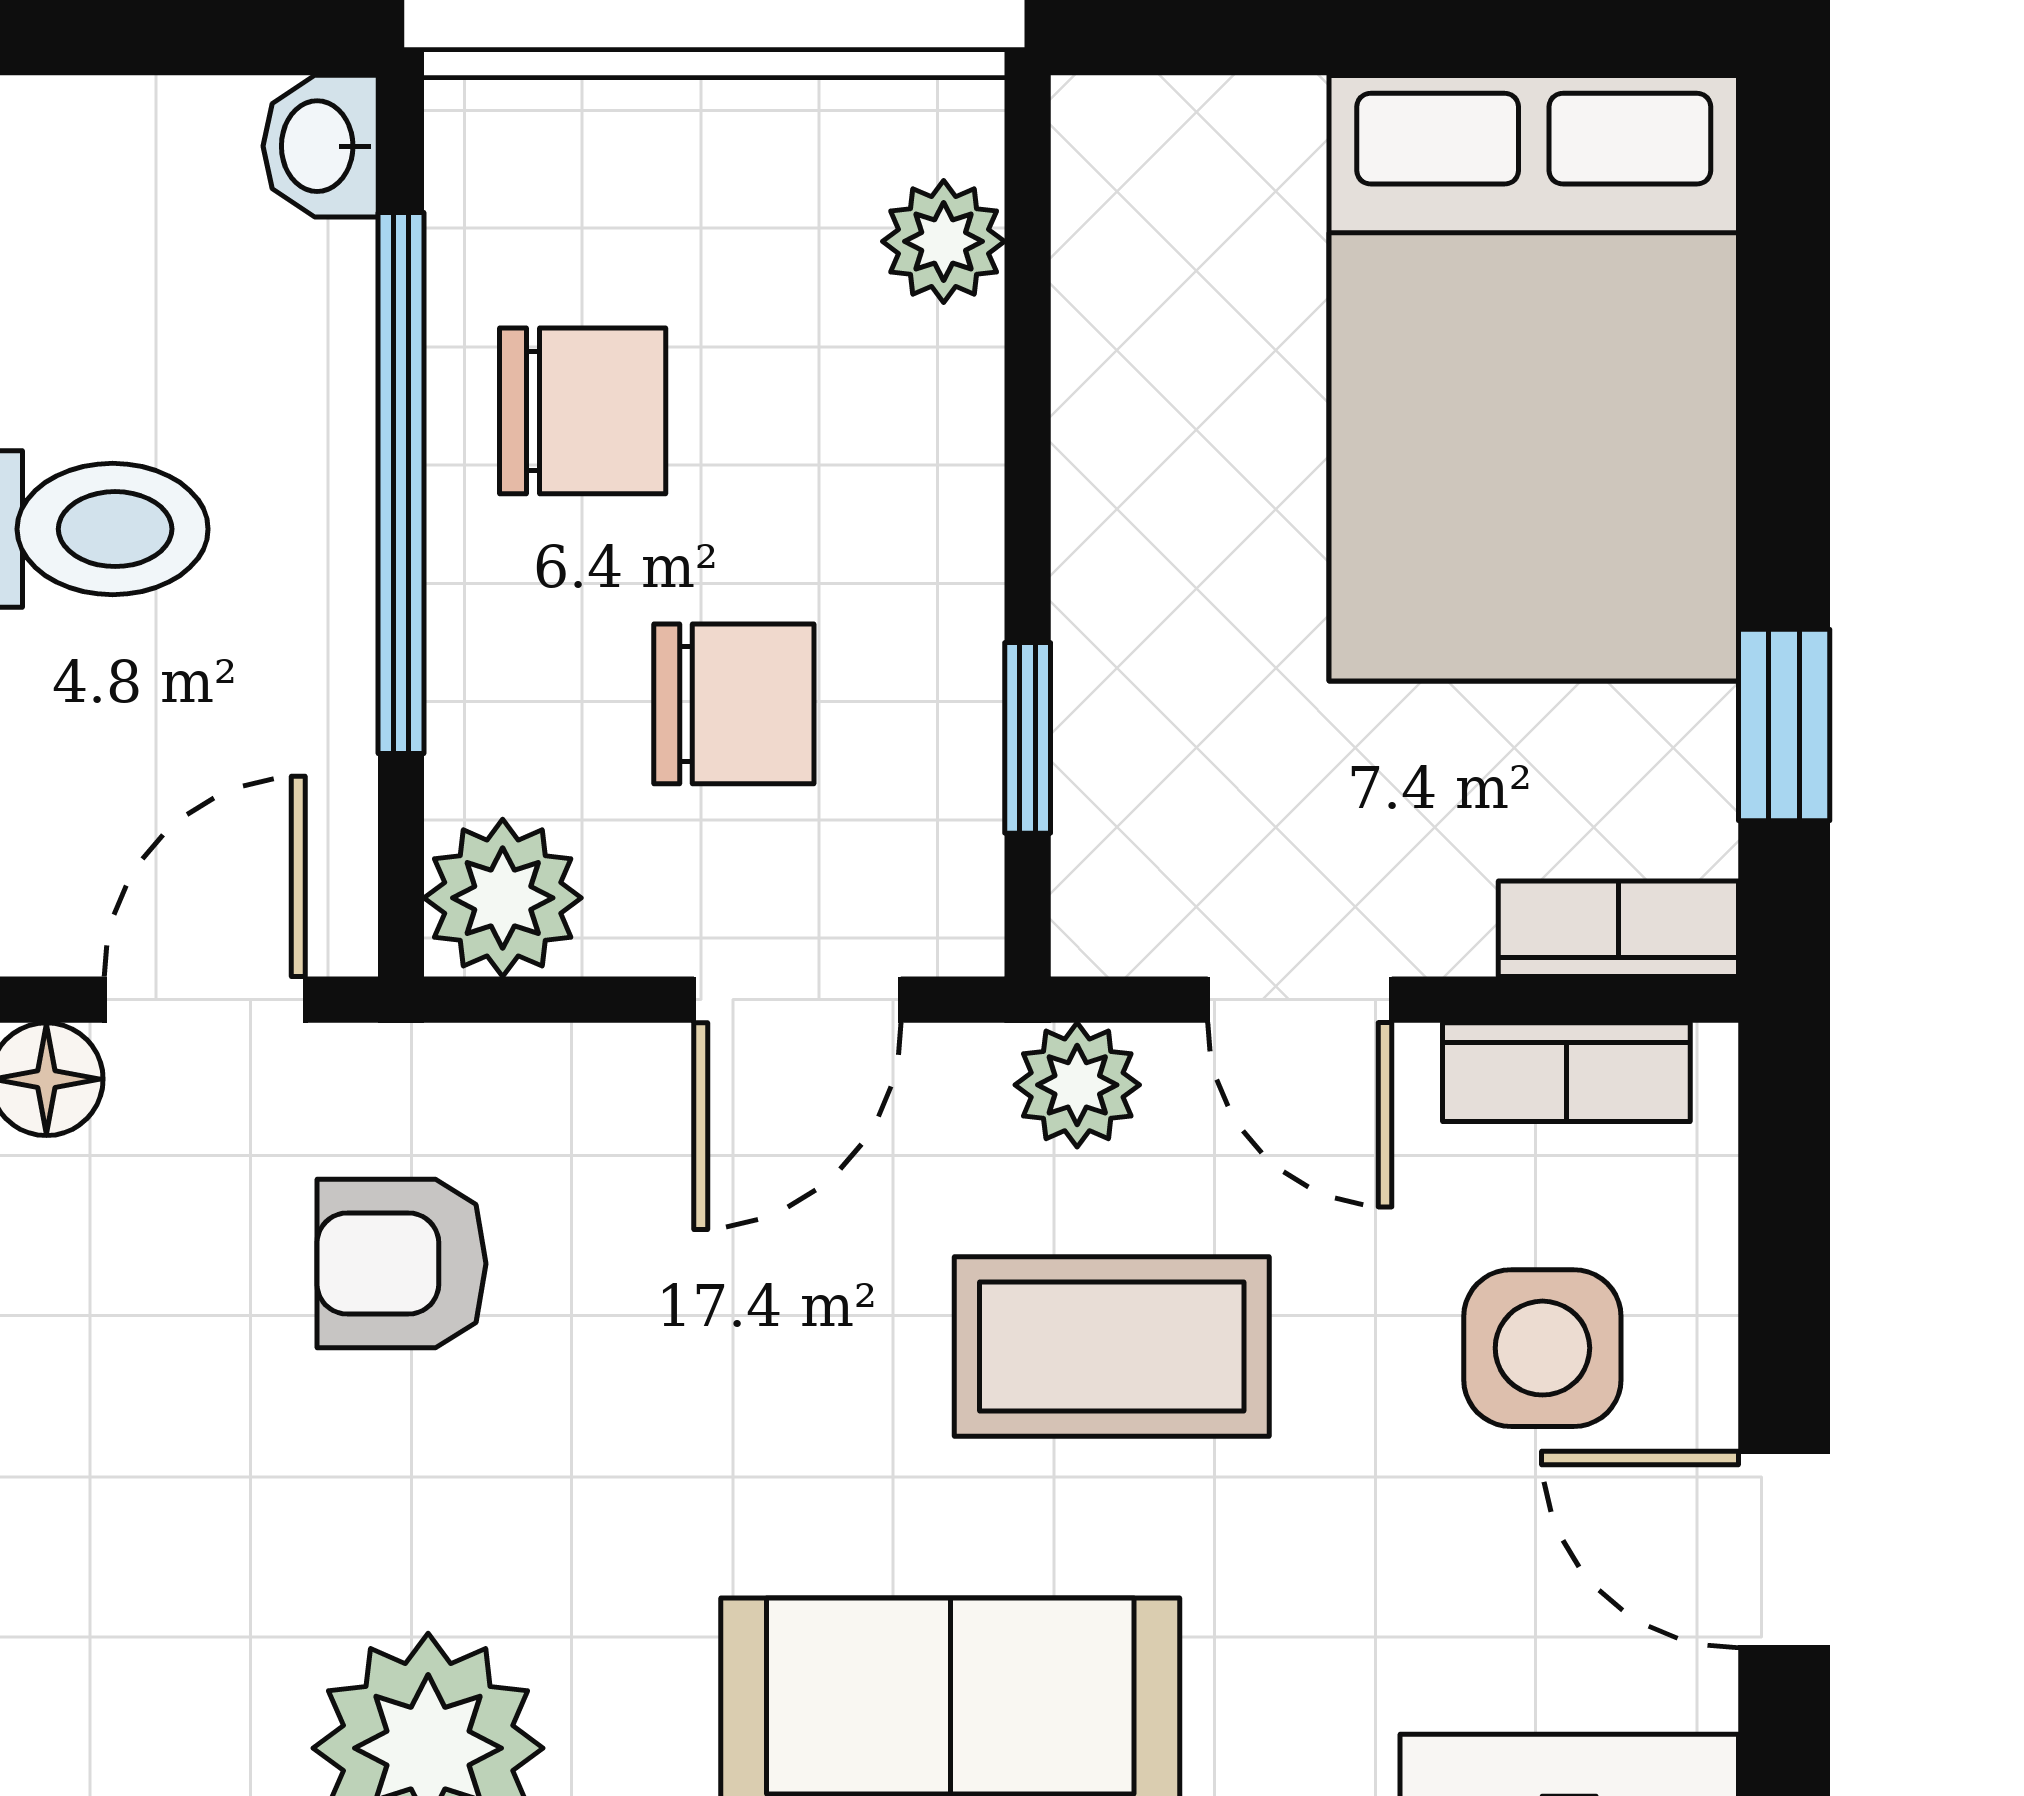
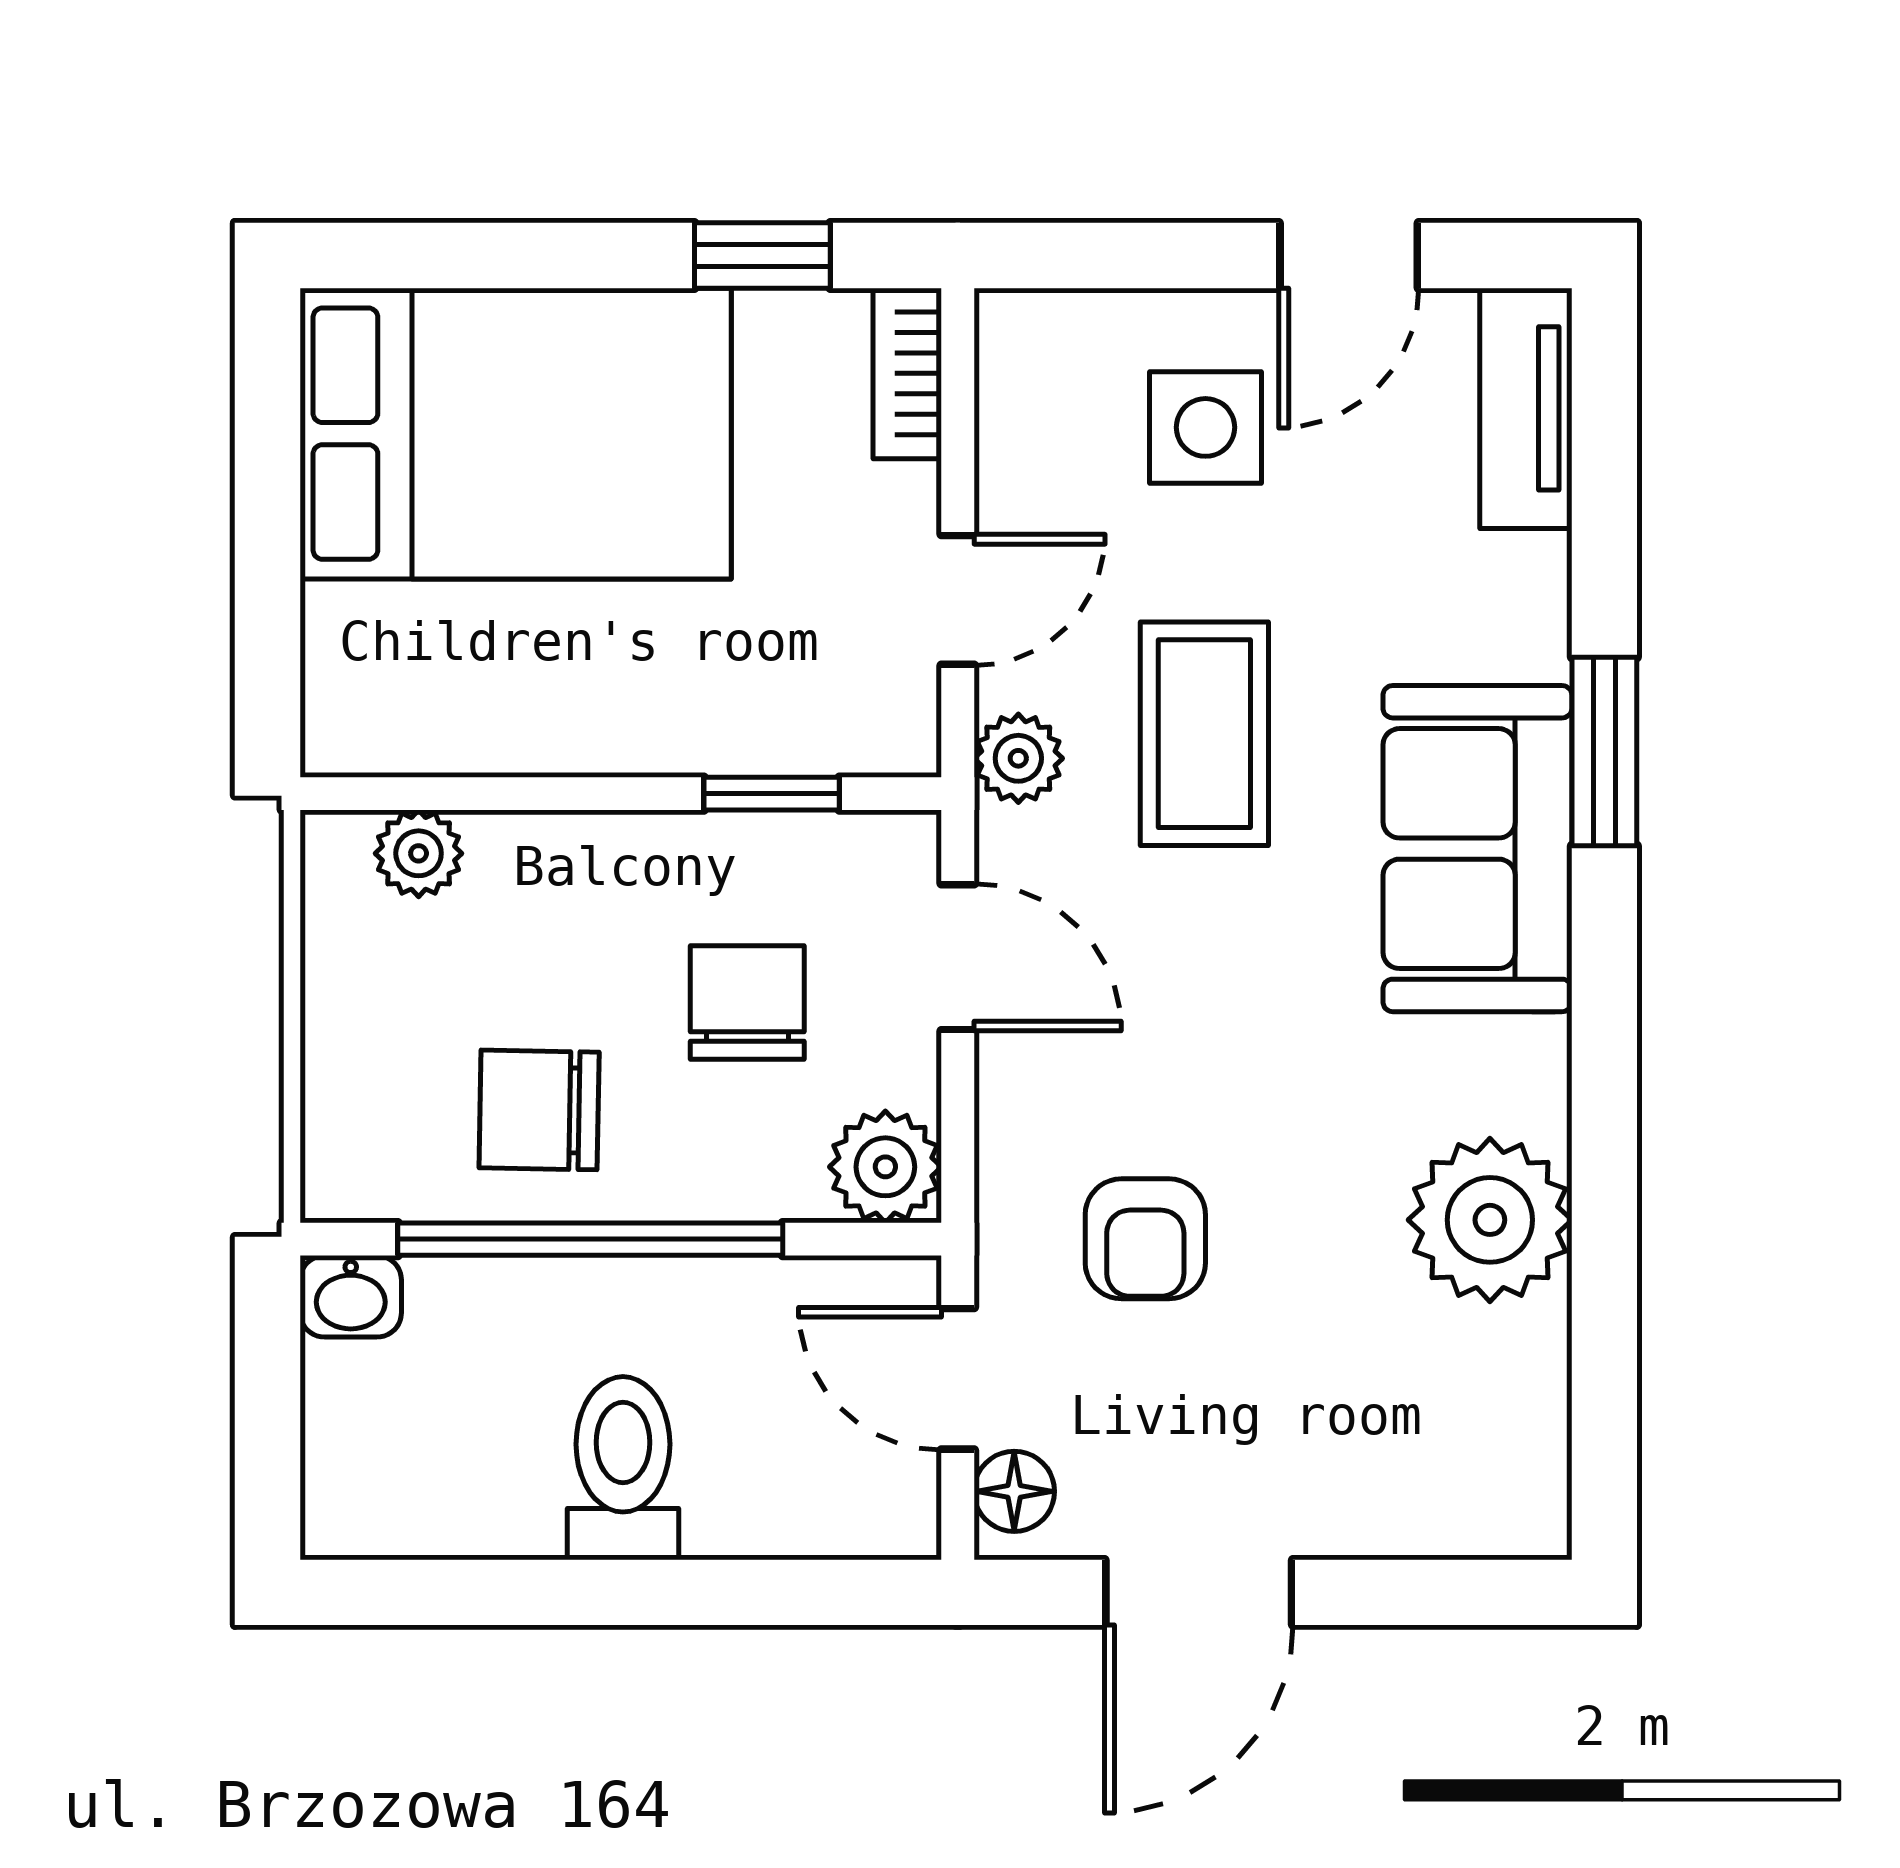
chair: (583, 411) -> (539, 1110), turned -89
bookcase: (1566, 1072) -> (1009, 410), removed

